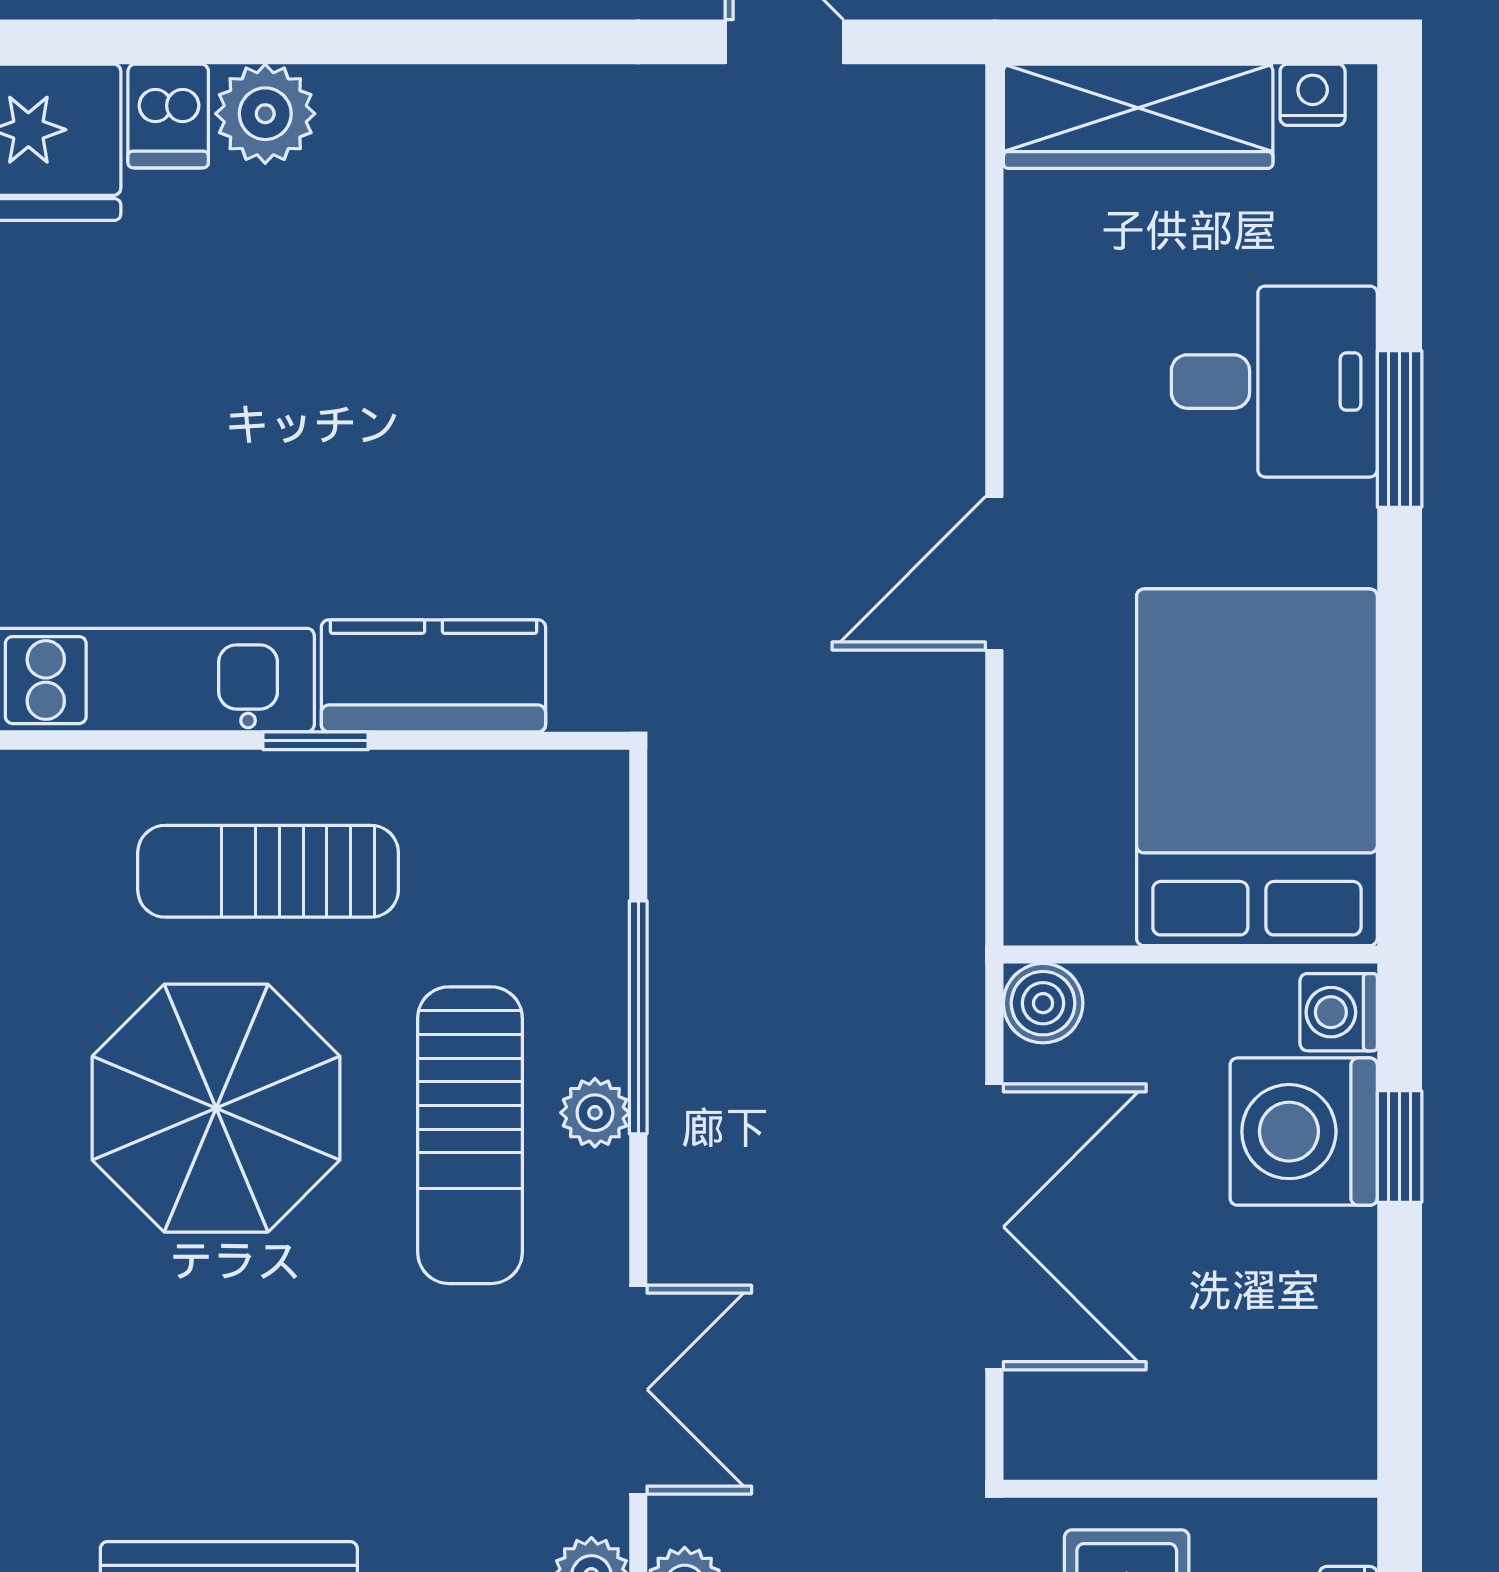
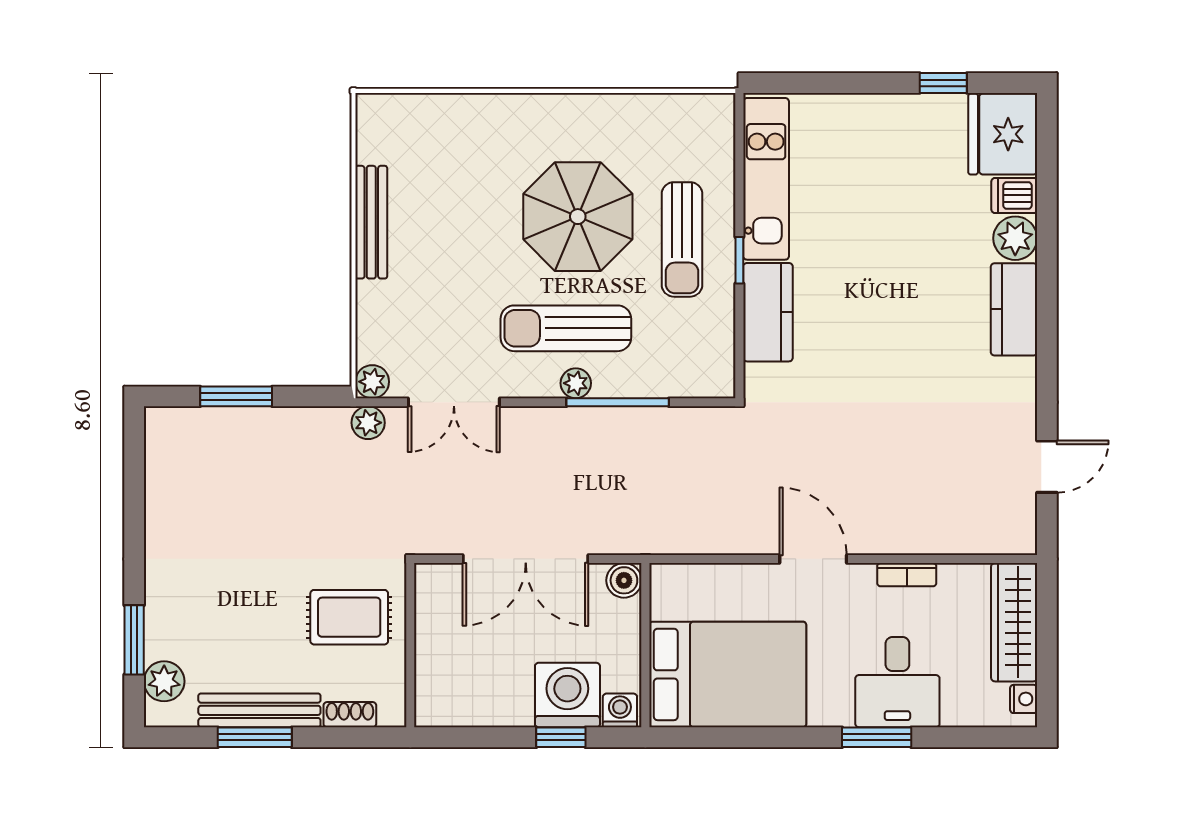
kitchen counter: (427, 117) -> (1014, 309), added
bookcase: (1030, 360) -> (907, 575), added
sun lounger: (268, 871) -> (682, 239), turned 180

